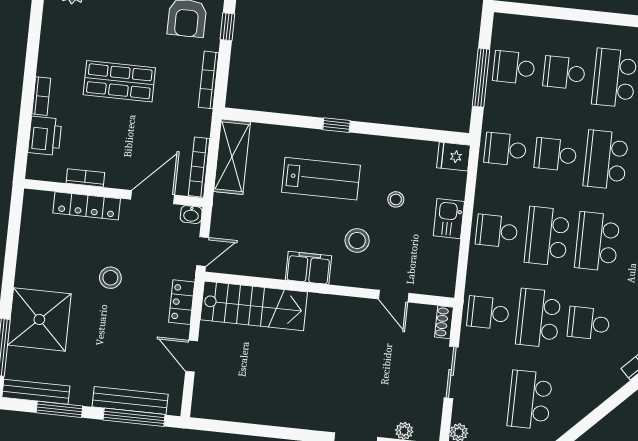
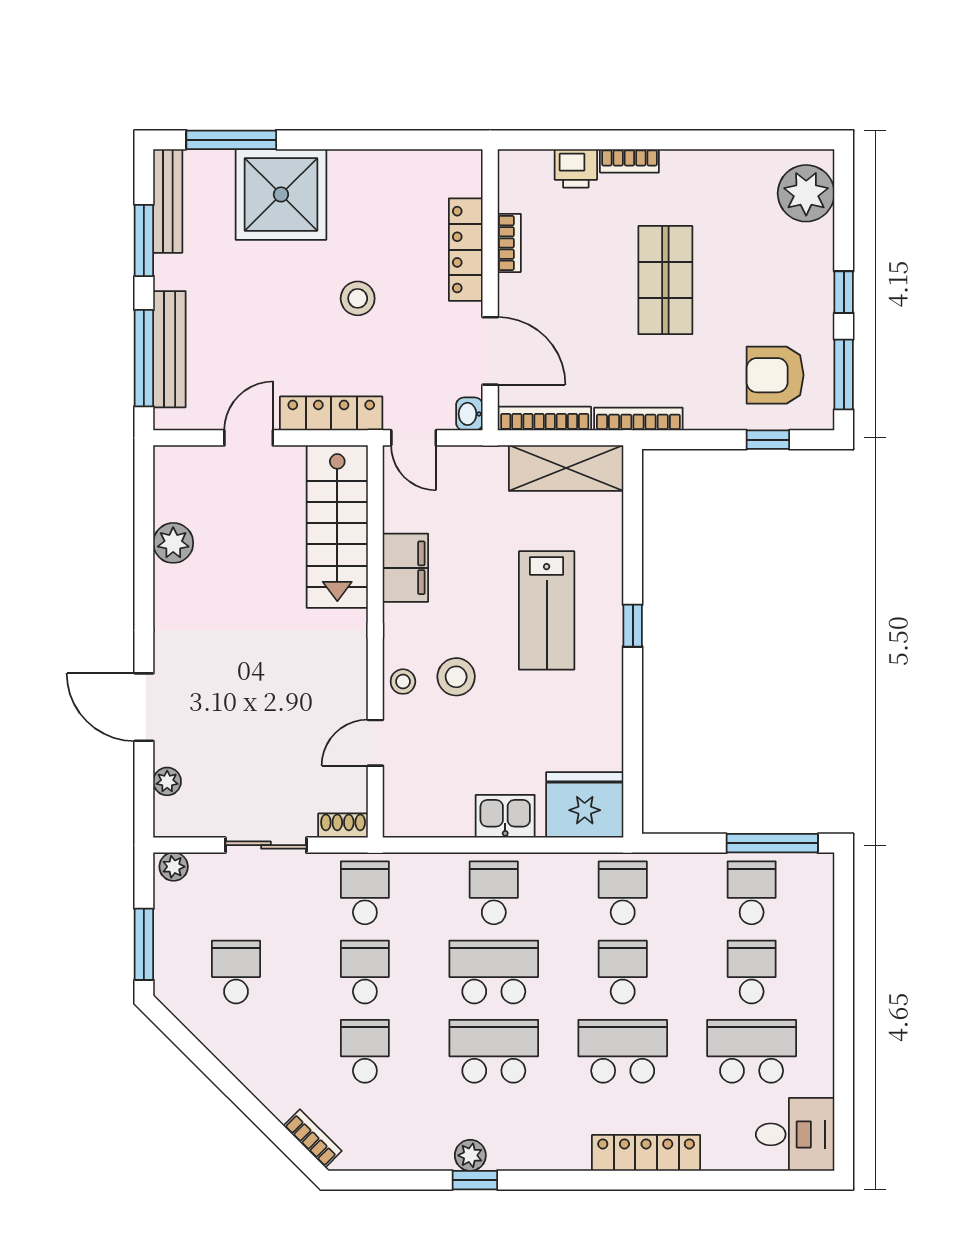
window: (481, 78) -> (772, 843), moved
bookcase: (209, 80) -> (638, 419), moved
printer: (45, 136) -> (576, 168), width x0.73, depth x0.81
fridge: (453, 156) -> (585, 805), width x1.88, depth x1.34
stool: (396, 199) -> (403, 682), moved
filing cabinet: (308, 268) -> (405, 568), moved
locker: (182, 302) -> (331, 413), width x1.53
school desk: (538, 318) -> (365, 972), width x0.54
school desk: (530, 400) -> (236, 972), width x0.54
plant: (253, 411) -> (173, 543), added

